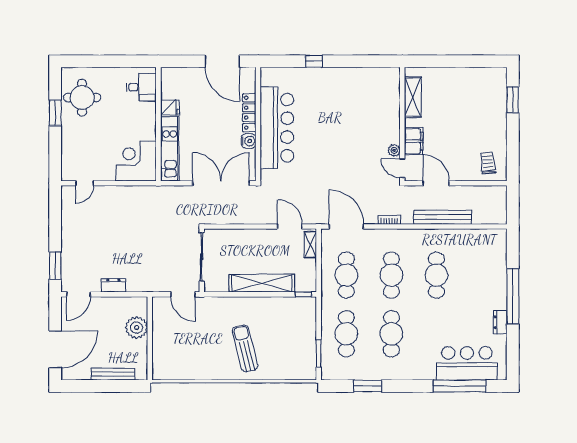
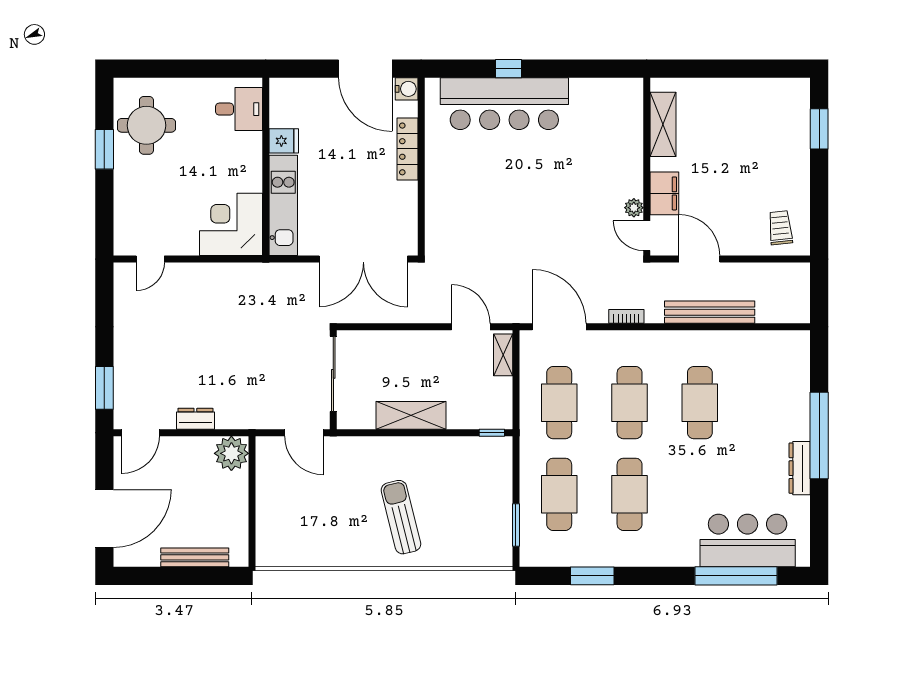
bar counter: (277, 128) -> (504, 104), moved, turned 90
water cooler: (249, 141) -> (407, 89), moved
double door: (221, 183) -> (363, 259), swing flipped
shelving: (262, 283) -> (411, 415), width x0.68
dresser: (500, 322) -> (800, 468), width x1.44
plant: (137, 328) -> (231, 453), moved

